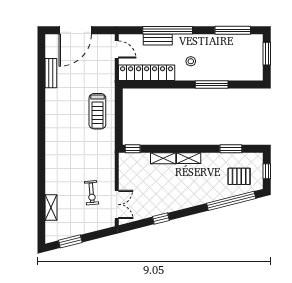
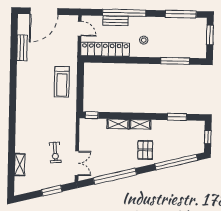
window: (212, 84) -> (175, 61), moved
pallet: (239, 176) -> (145, 150), moved, turned 90
window: (161, 219) -> (115, 176), width x3.17
window: (70, 241) -> (52, 191), moved

